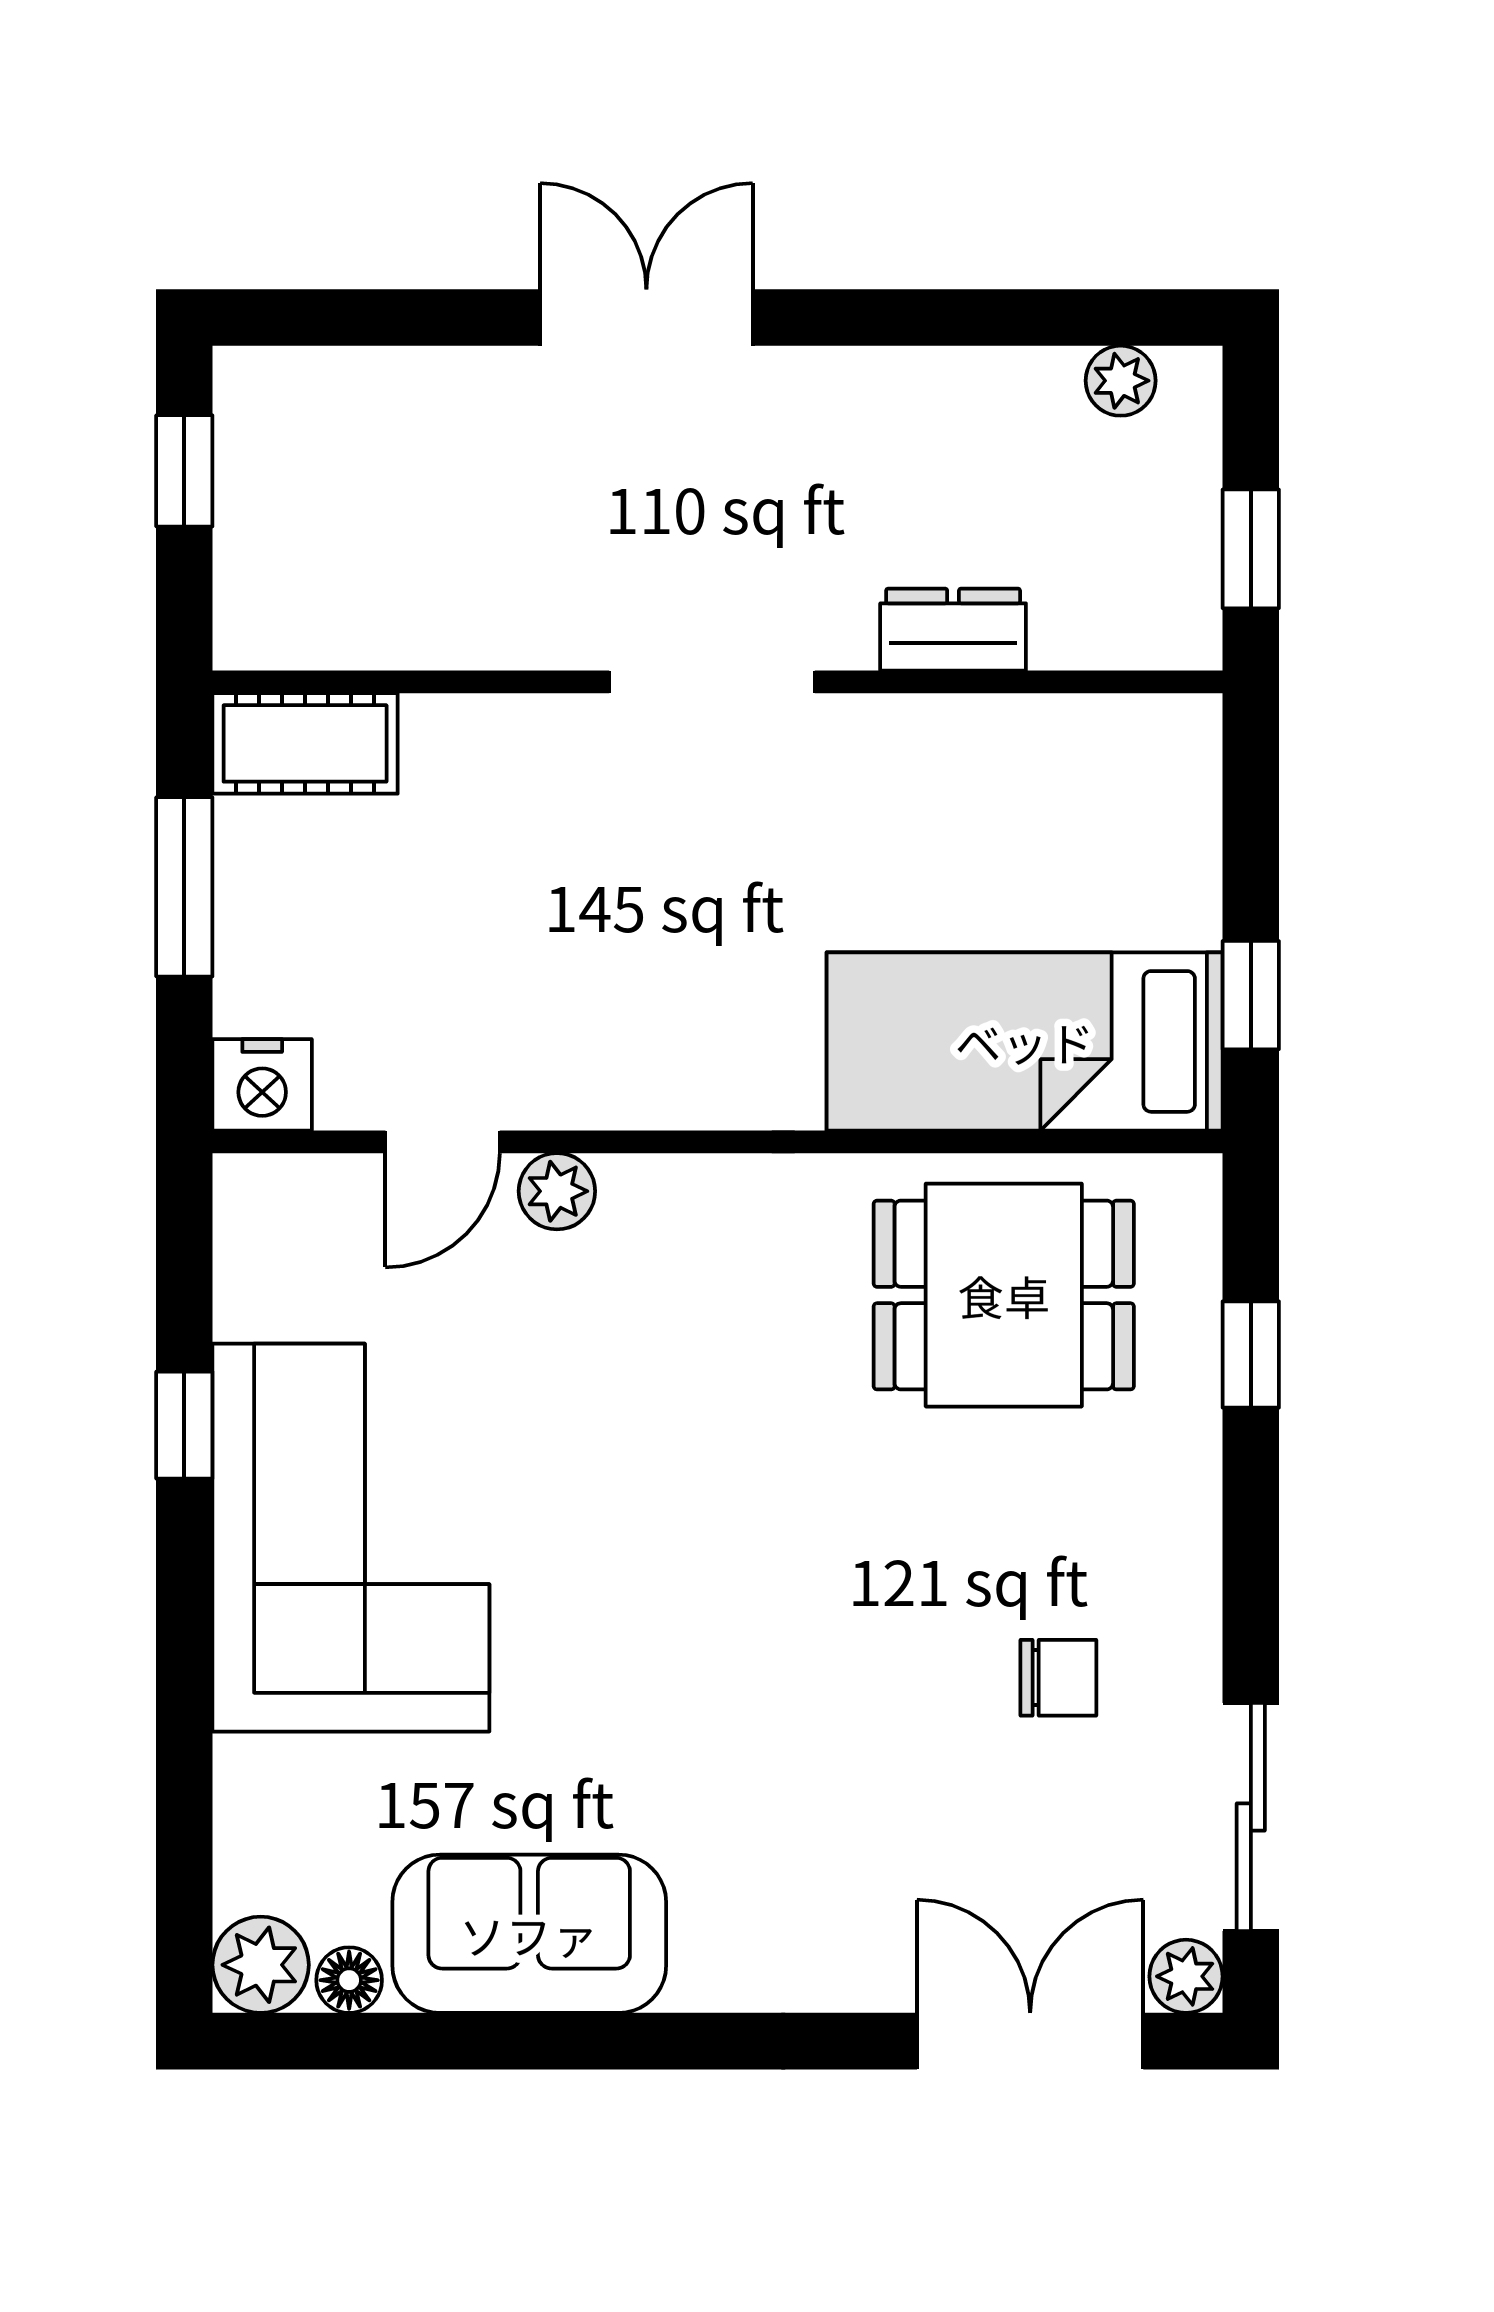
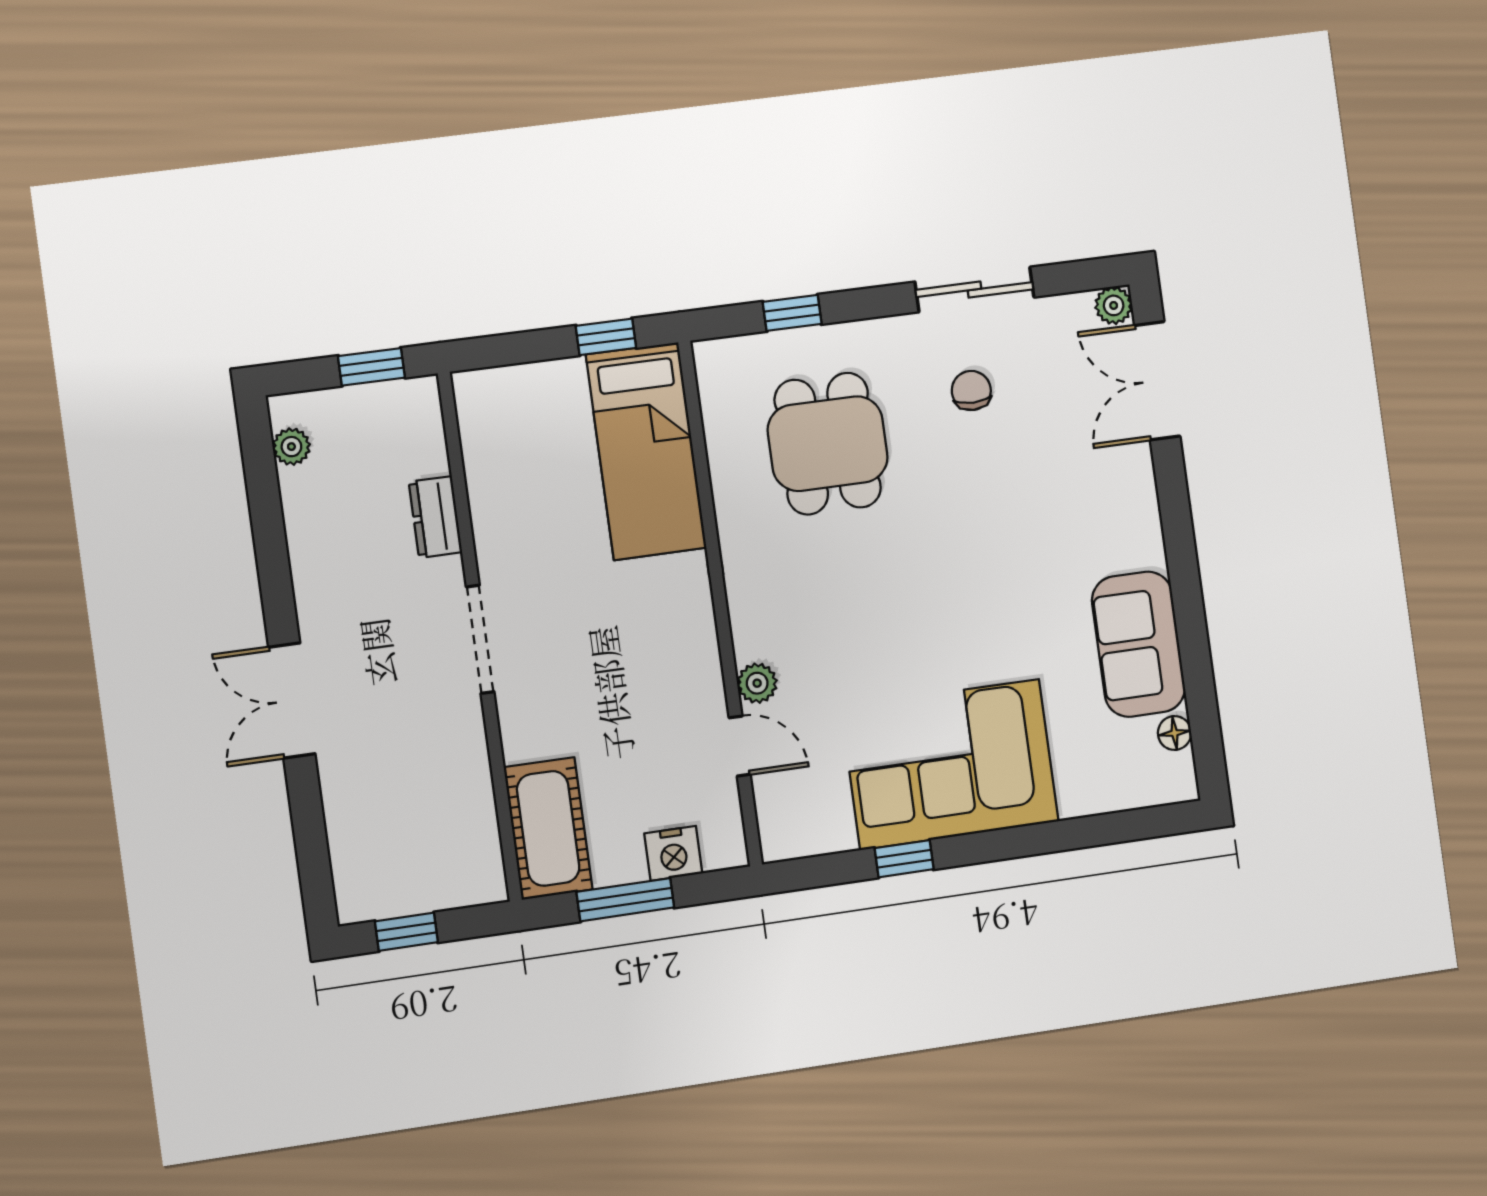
cot: (305, 743) -> (548, 828), width x1.37, depth x1.34
nightstand: (262, 1085) -> (673, 853), moved, turned 90
dining table: (1004, 1295) -> (828, 444), moved
sliding door: (1251, 1817) -> (975, 290), moved
plant: (261, 1965) -> (1173, 779), removed

